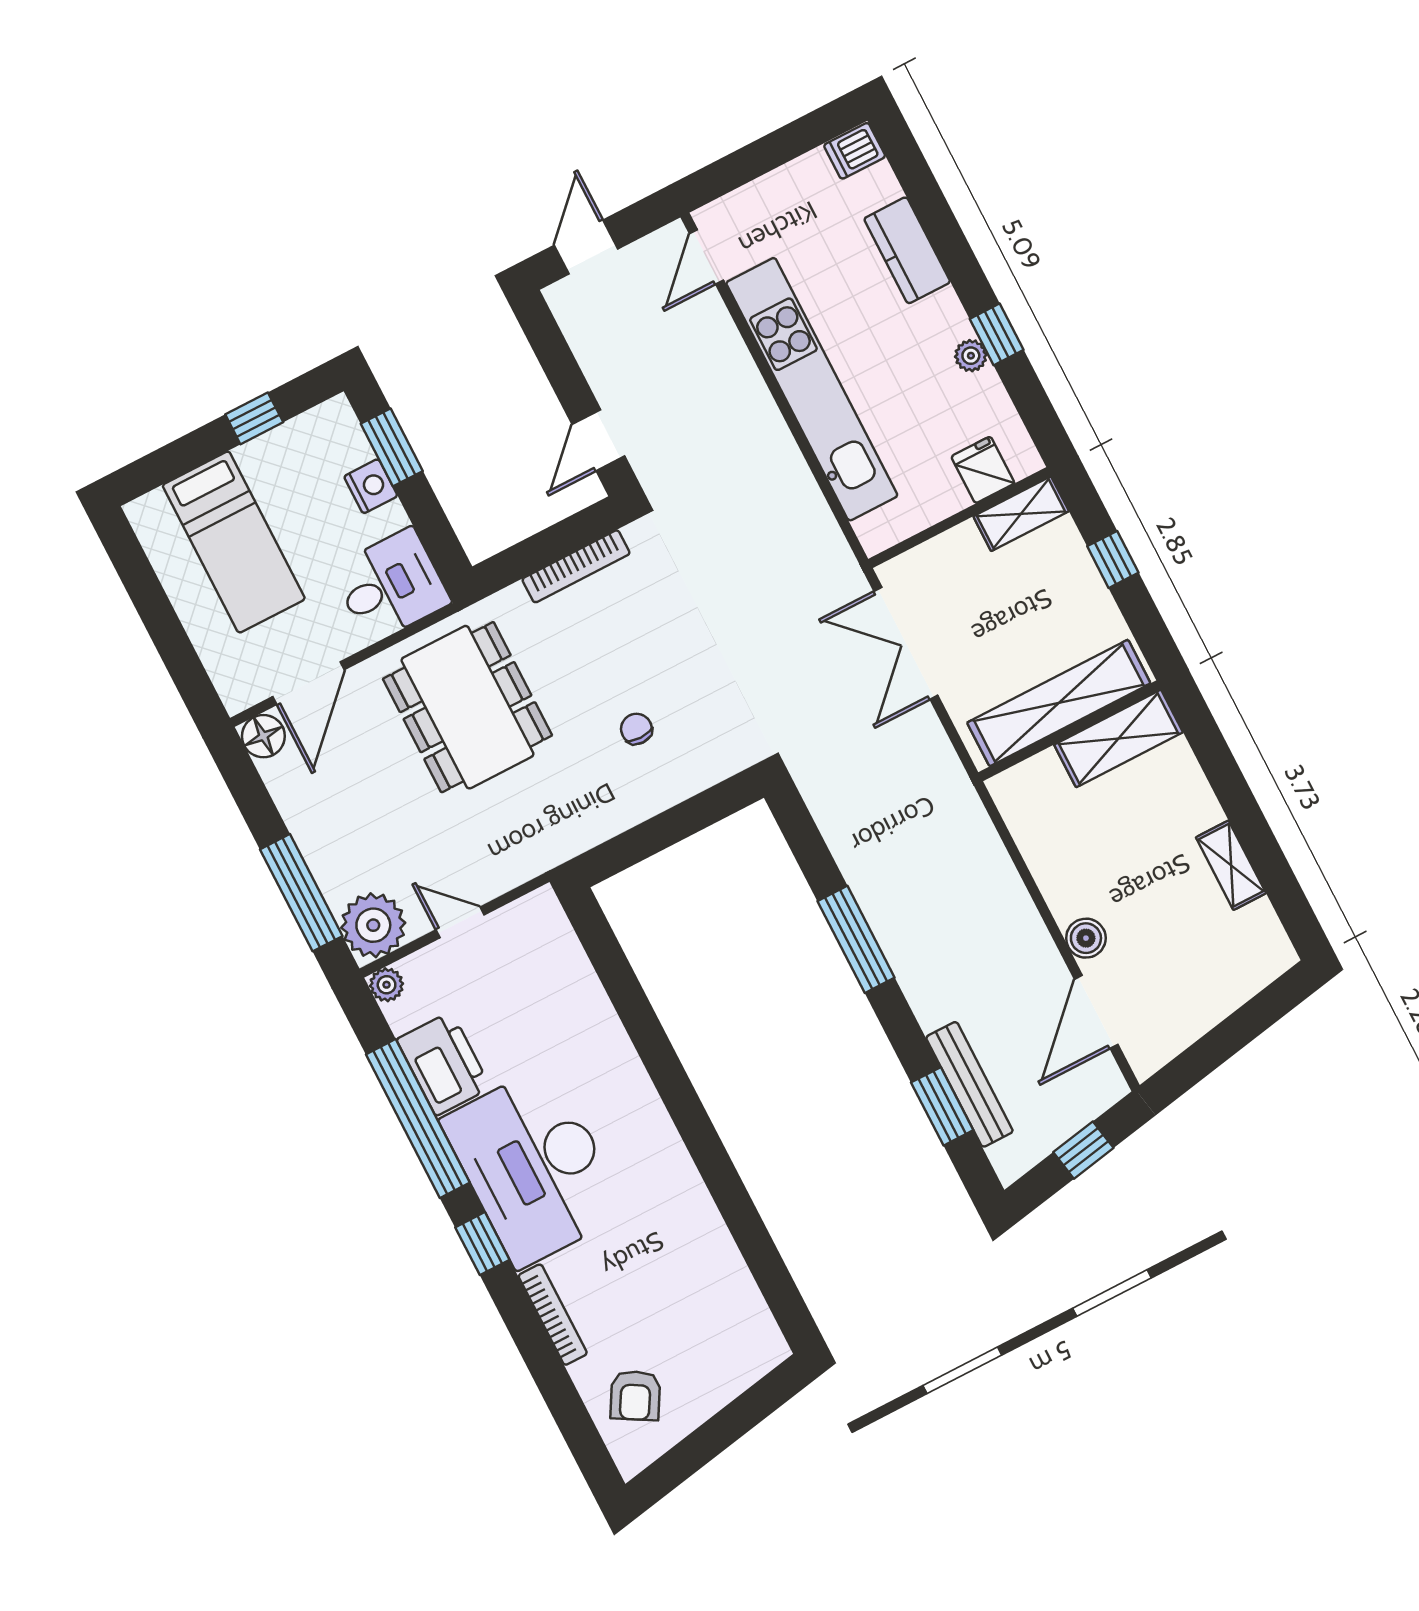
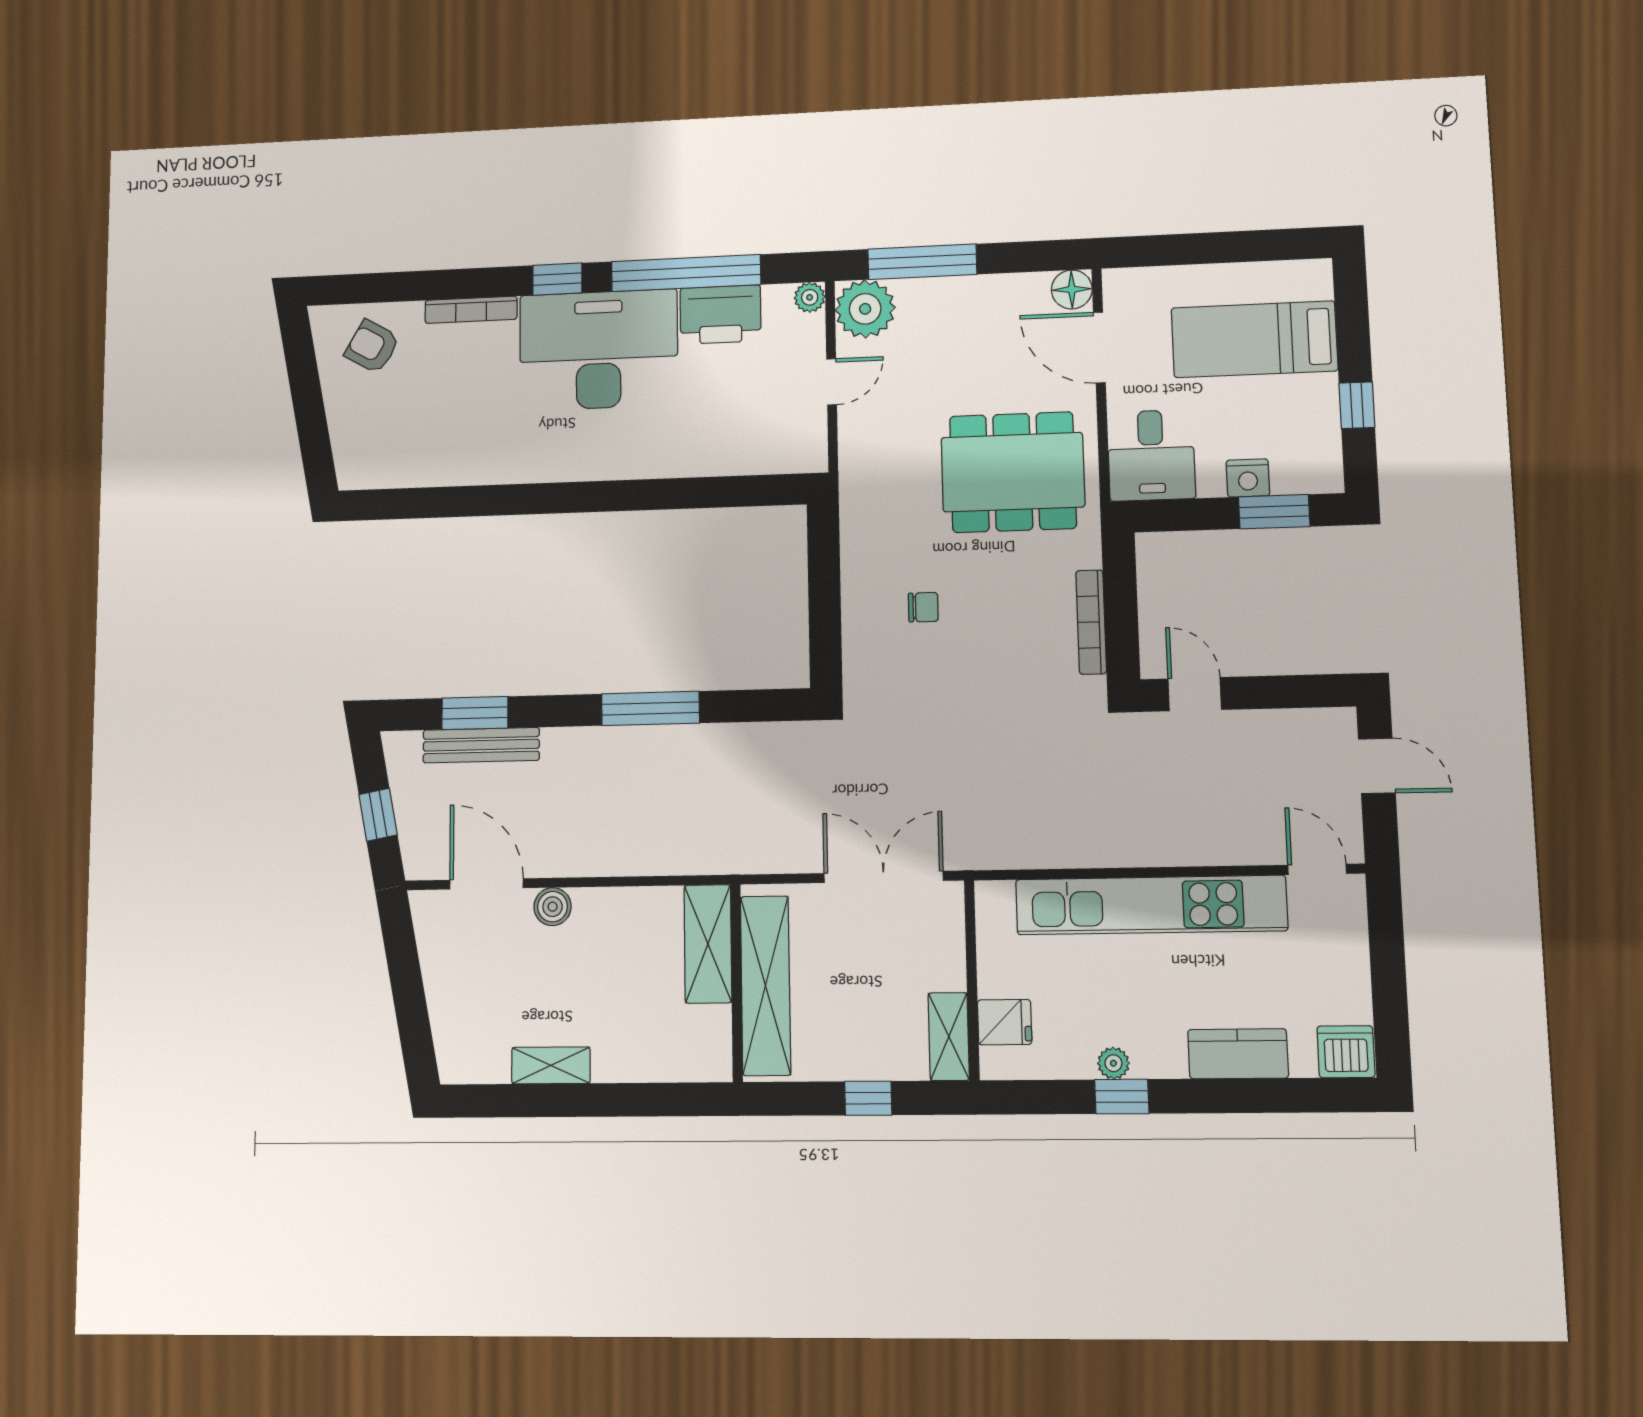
dishwasher: (855, 151) -> (1346, 1052), width x1.38
shelving: (1119, 738) -> (708, 944), moved

